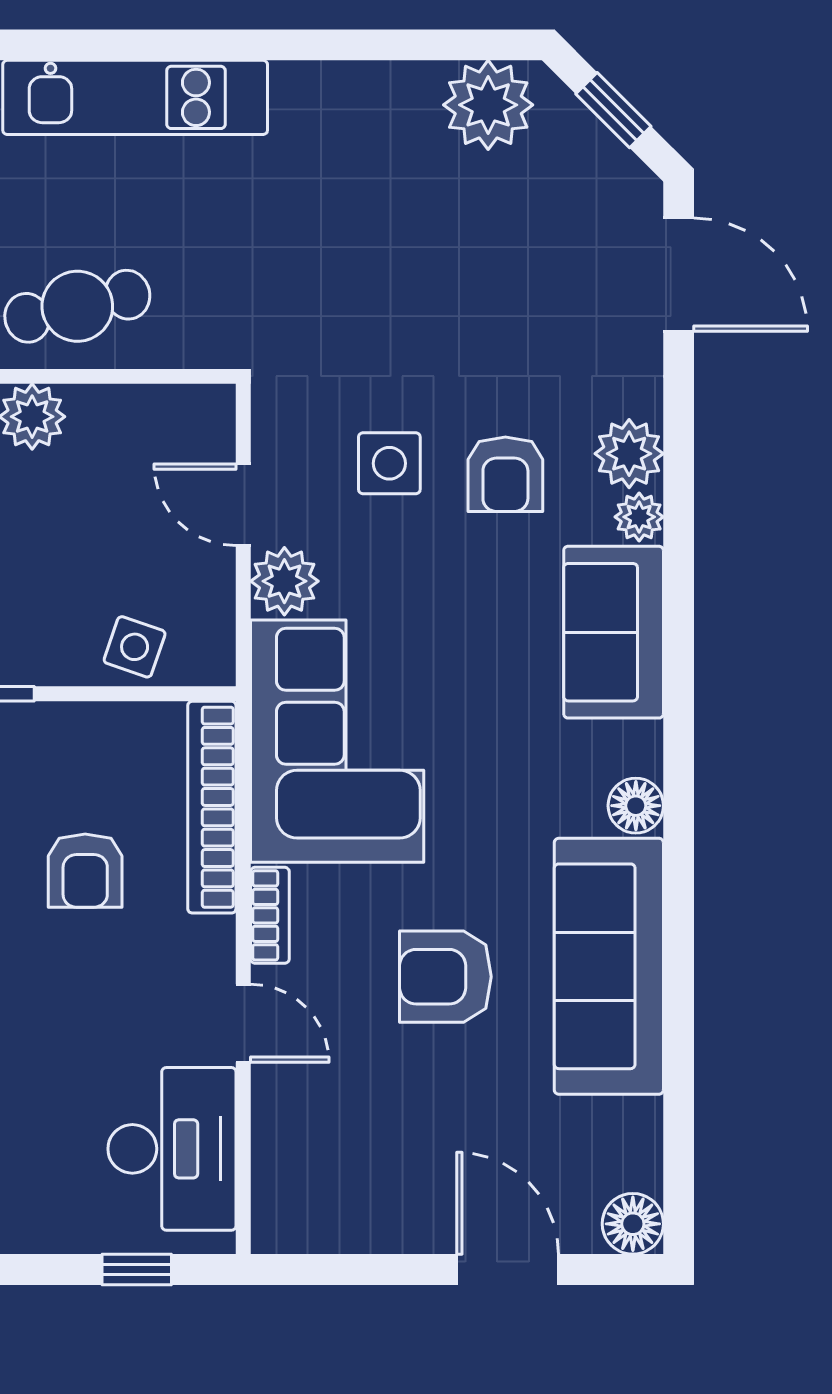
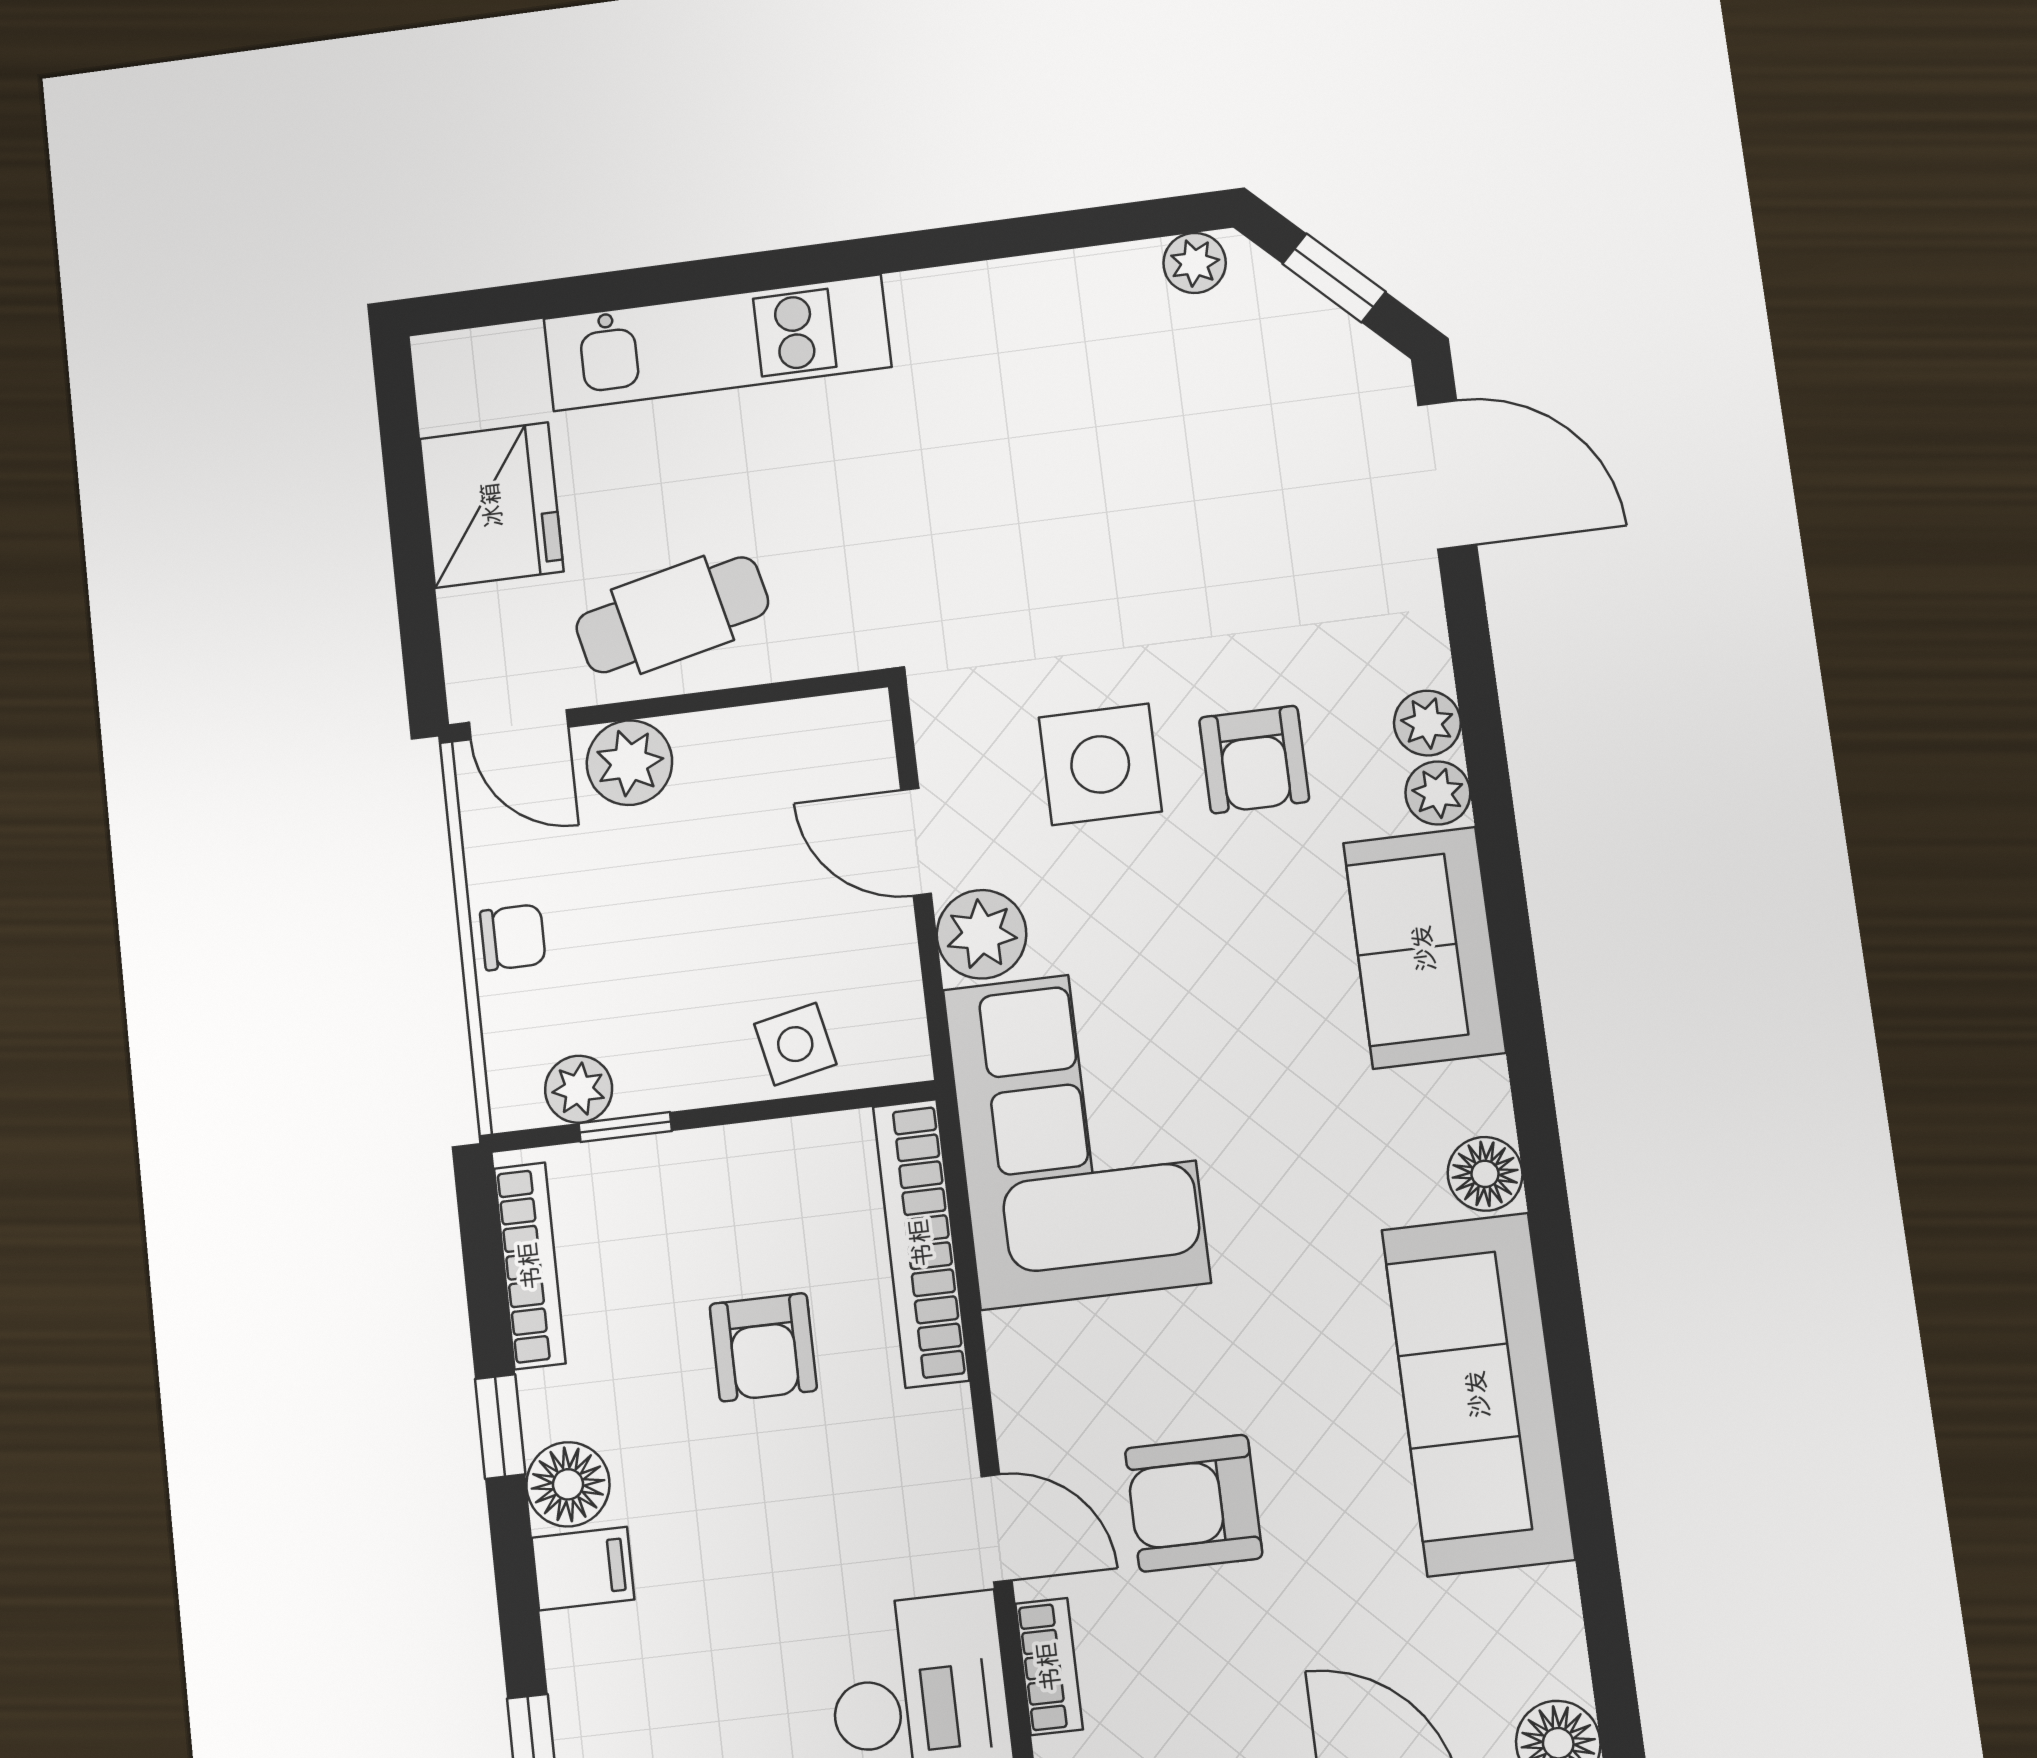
plant: (488, 105) -> (1195, 263), width x0.53, depth x0.53
plant: (629, 454) -> (1427, 723), width x0.73, depth x0.73
side table: (389, 463) -> (1100, 764), width x1.37, depth x1.37
side table: (135, 647) -> (795, 1044), turned -31
bookcase: (270, 915) -> (1049, 1667), moved
armchair: (445, 977) -> (1194, 1503), moved

